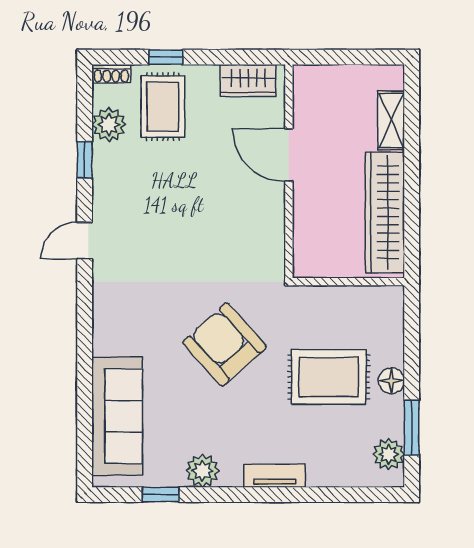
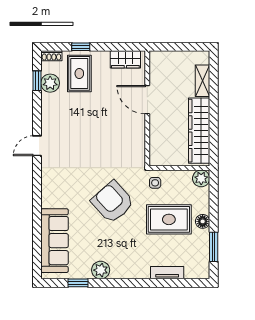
window: (85, 160) -> (37, 81), moved
side table: (303, 309) -> (155, 183), added
plant: (389, 454) -> (201, 178), moved
tv unit: (275, 476) -> (167, 273), moved

